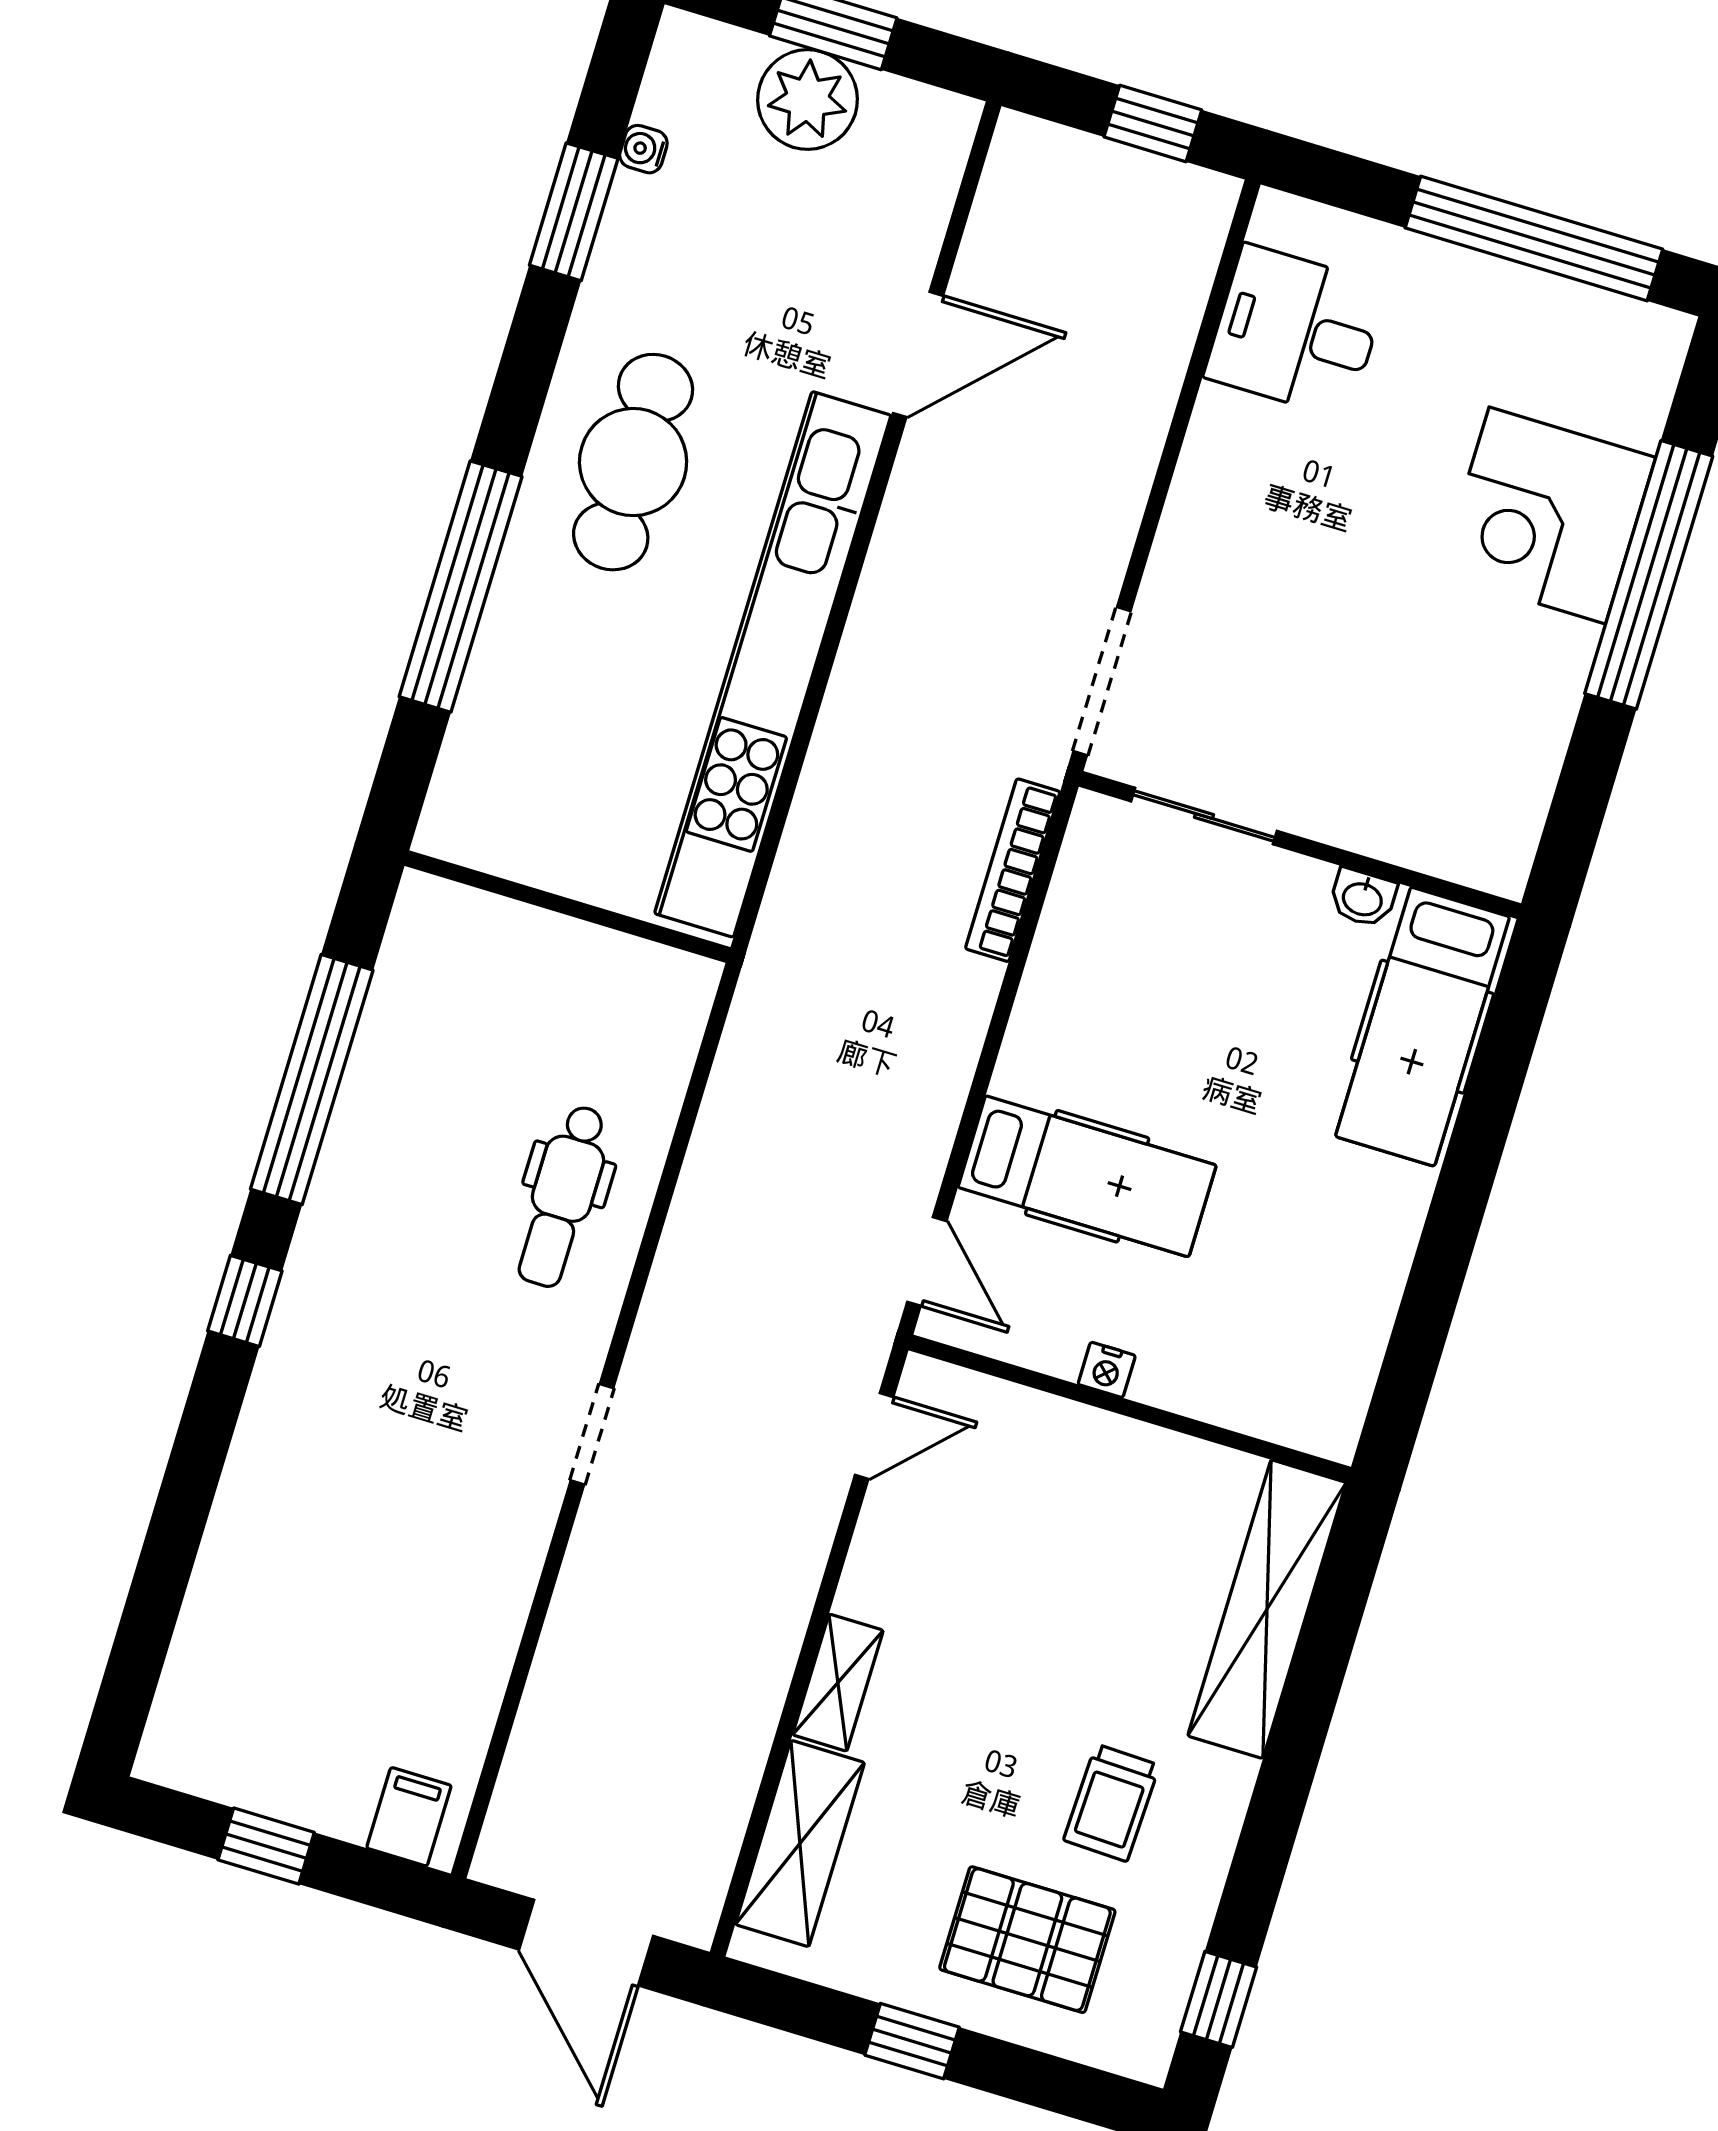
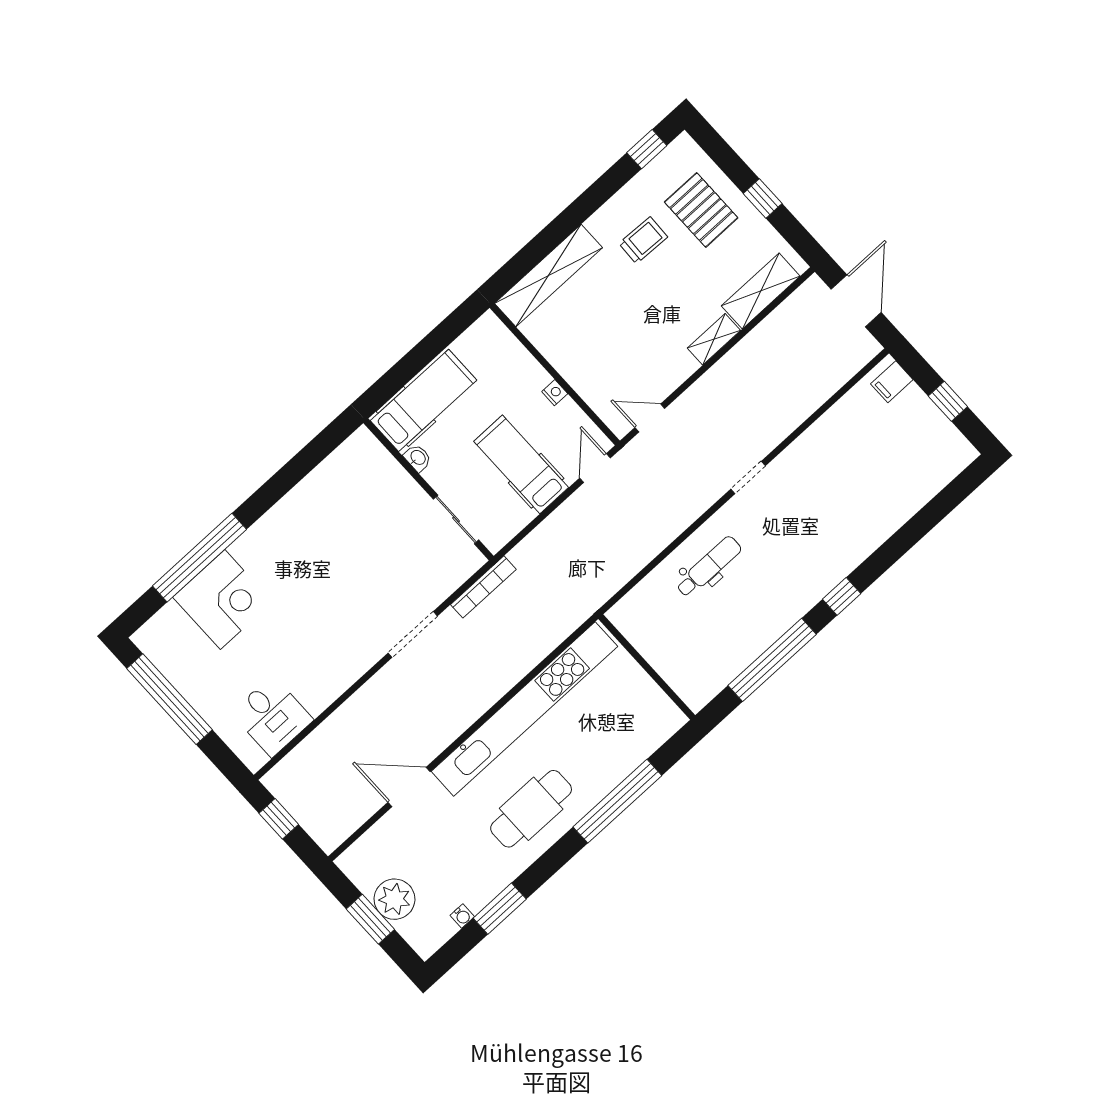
sliding door: (1204, 816) -> (456, 520), moved
wall: (1300, 845) -> (429, 489), moved
washbasin: (1363, 898) -> (418, 458), moved
hospital bed: (1423, 1027) -> (424, 400), moved

